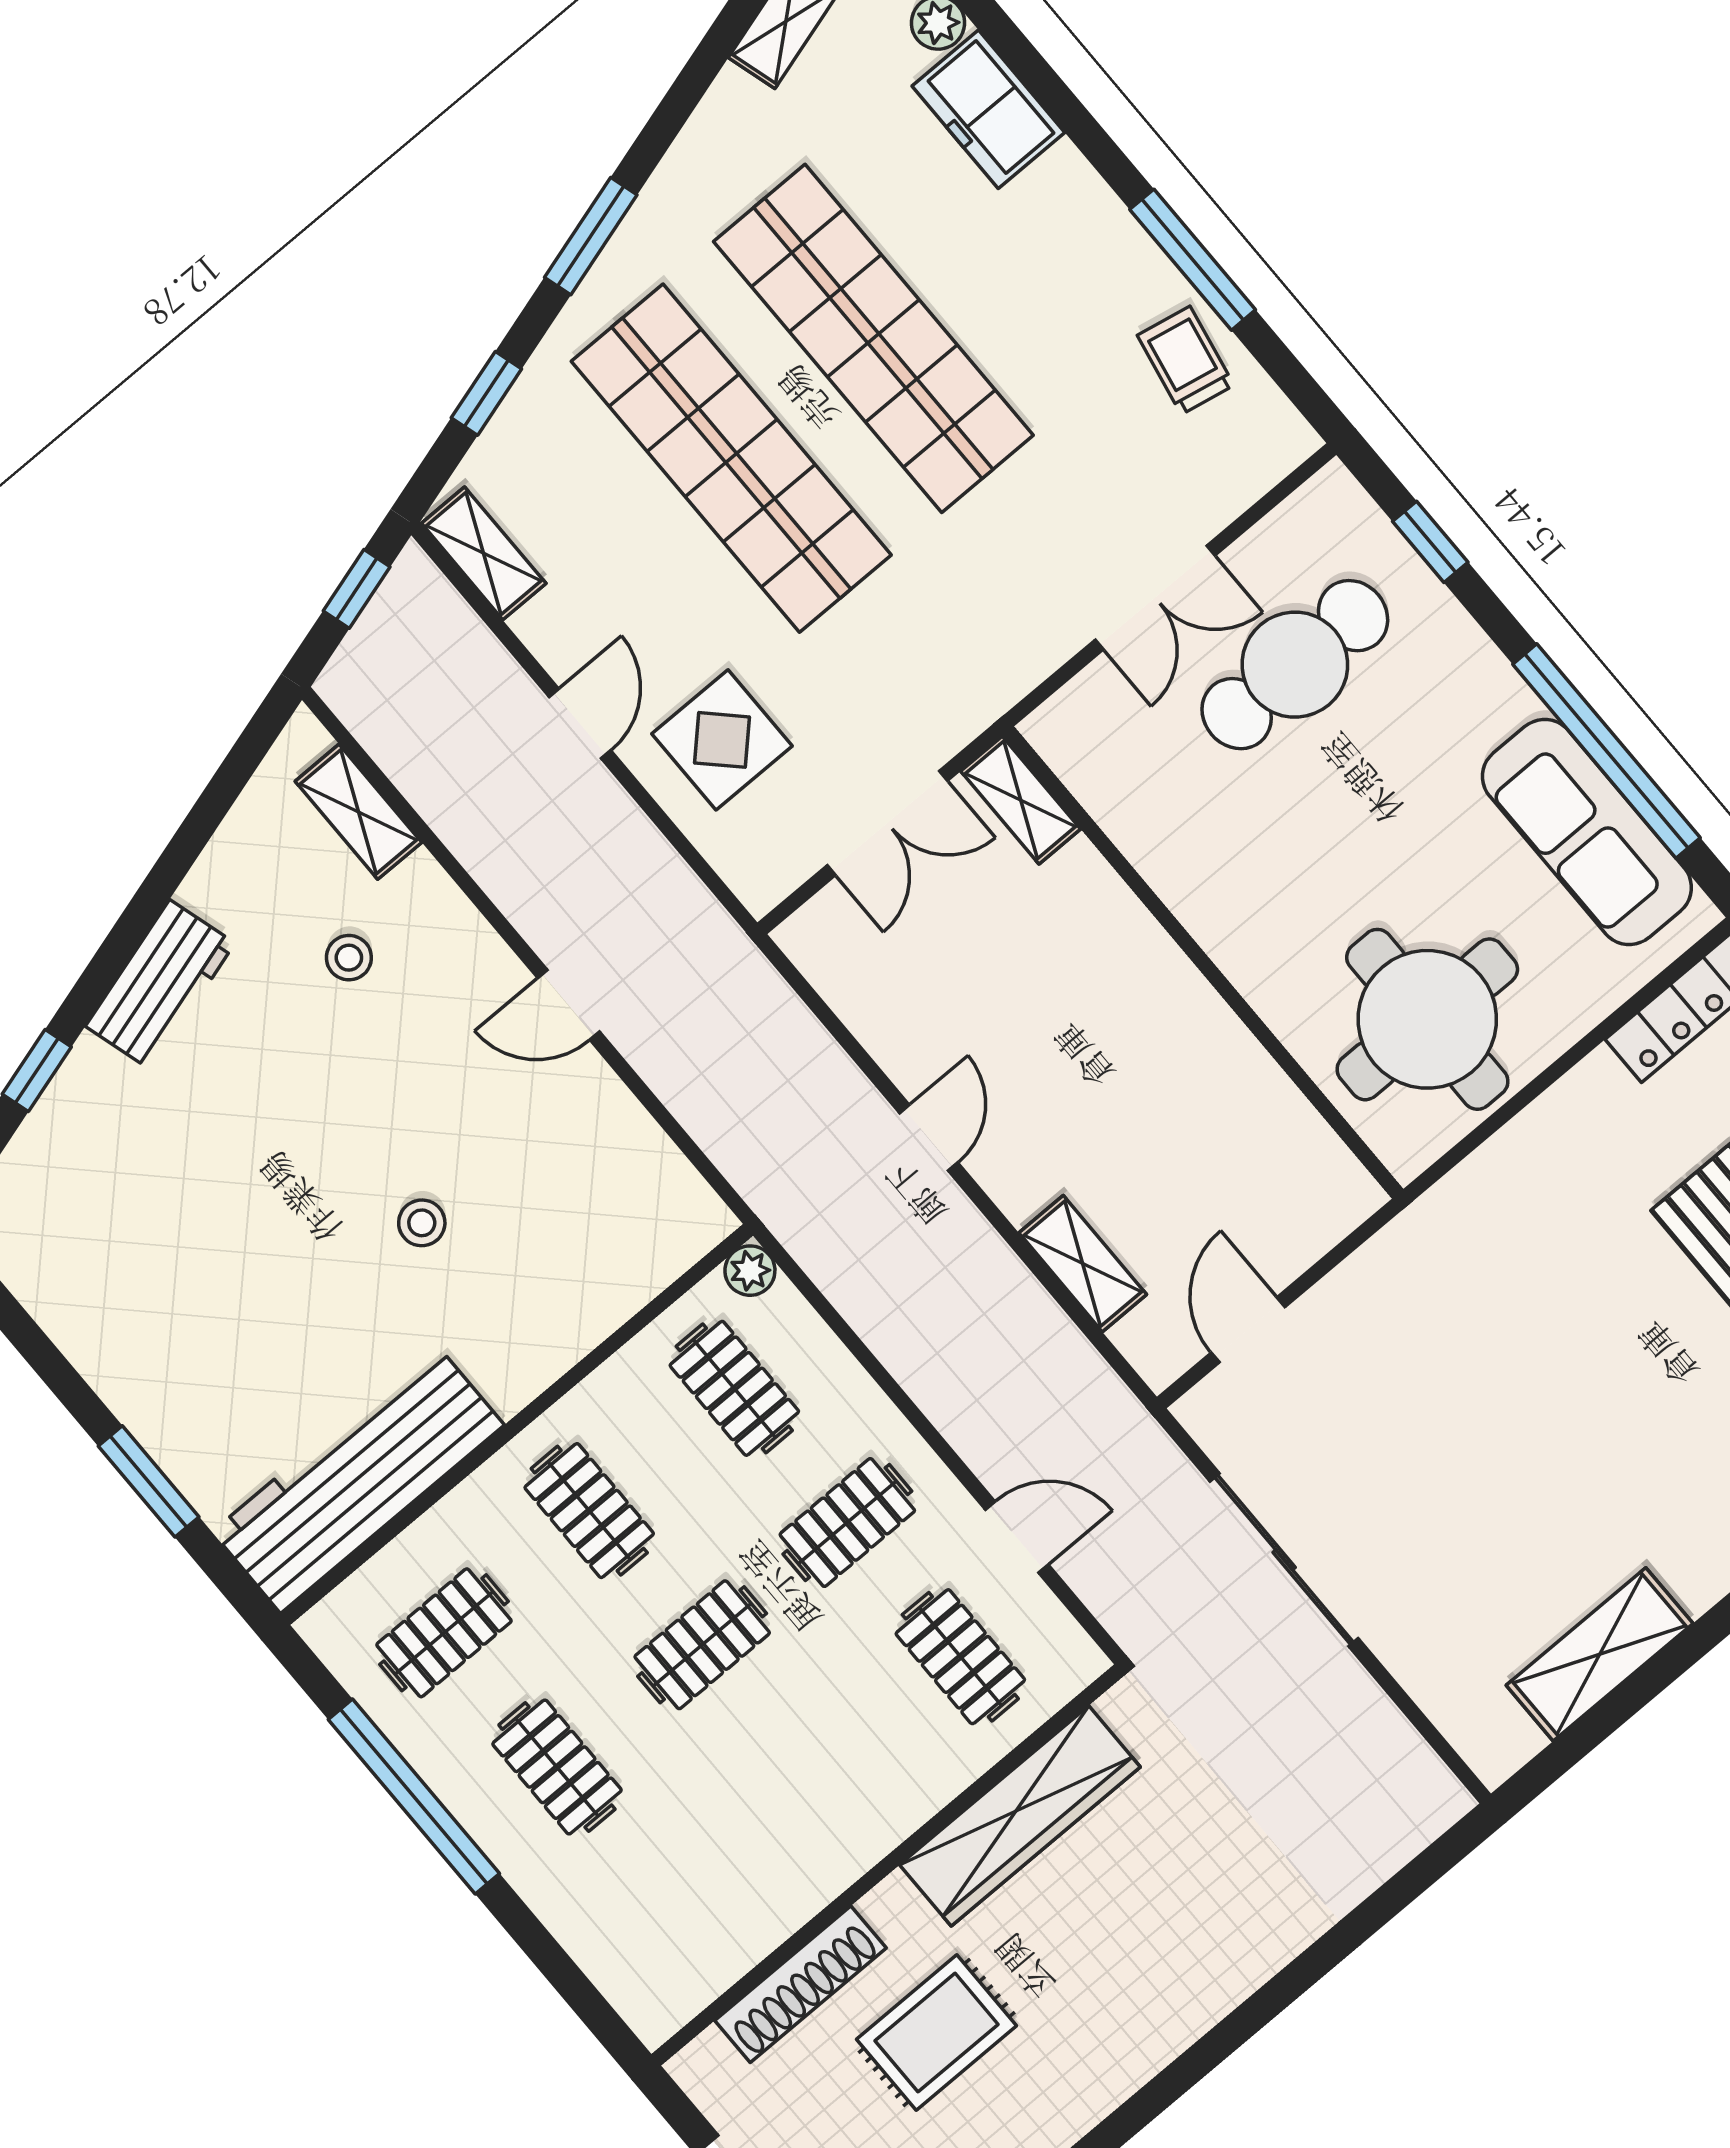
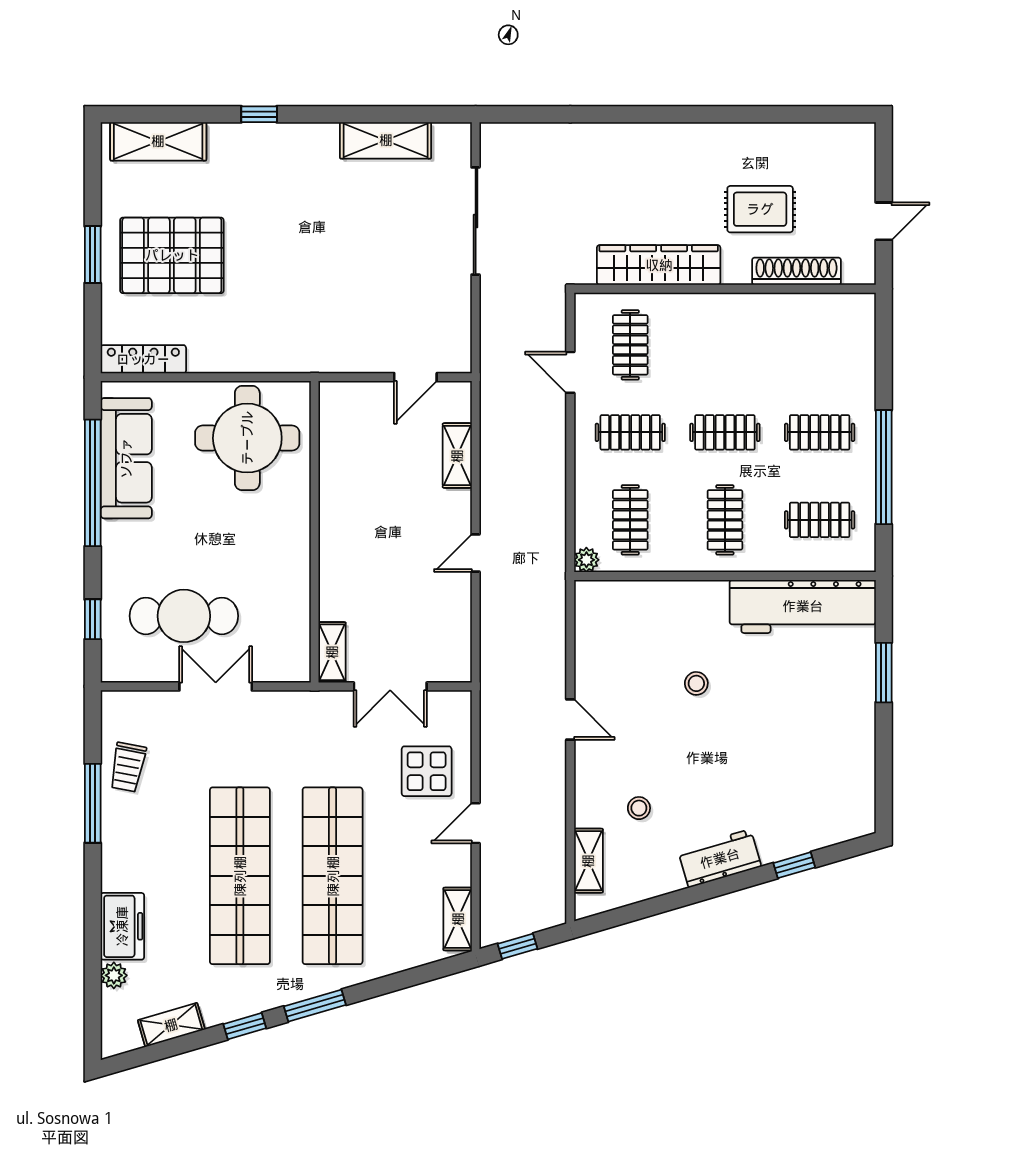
window: (486, 393) -> (245, 1026), moved
double door: (887, 823) -> (390, 686), swing flipped
sliding door: (1284, 1560) -> (476, 221), moved
clothes rail: (557, 1767) -> (820, 432), turned 90

